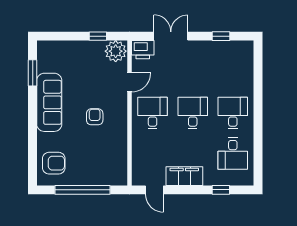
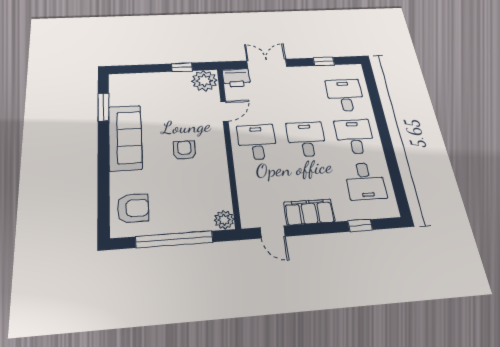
desk: (233, 72) -> (345, 95), added
plant: (120, 177) -> (224, 220), added

